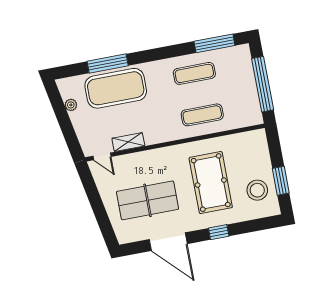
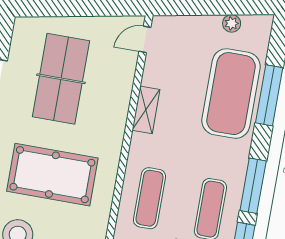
window: (169, 52) -> (253, 186), added
shelving: (128, 142) -> (146, 110), moved

